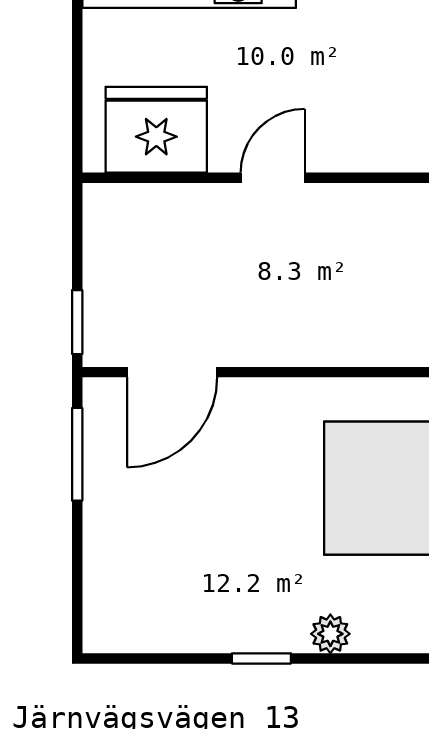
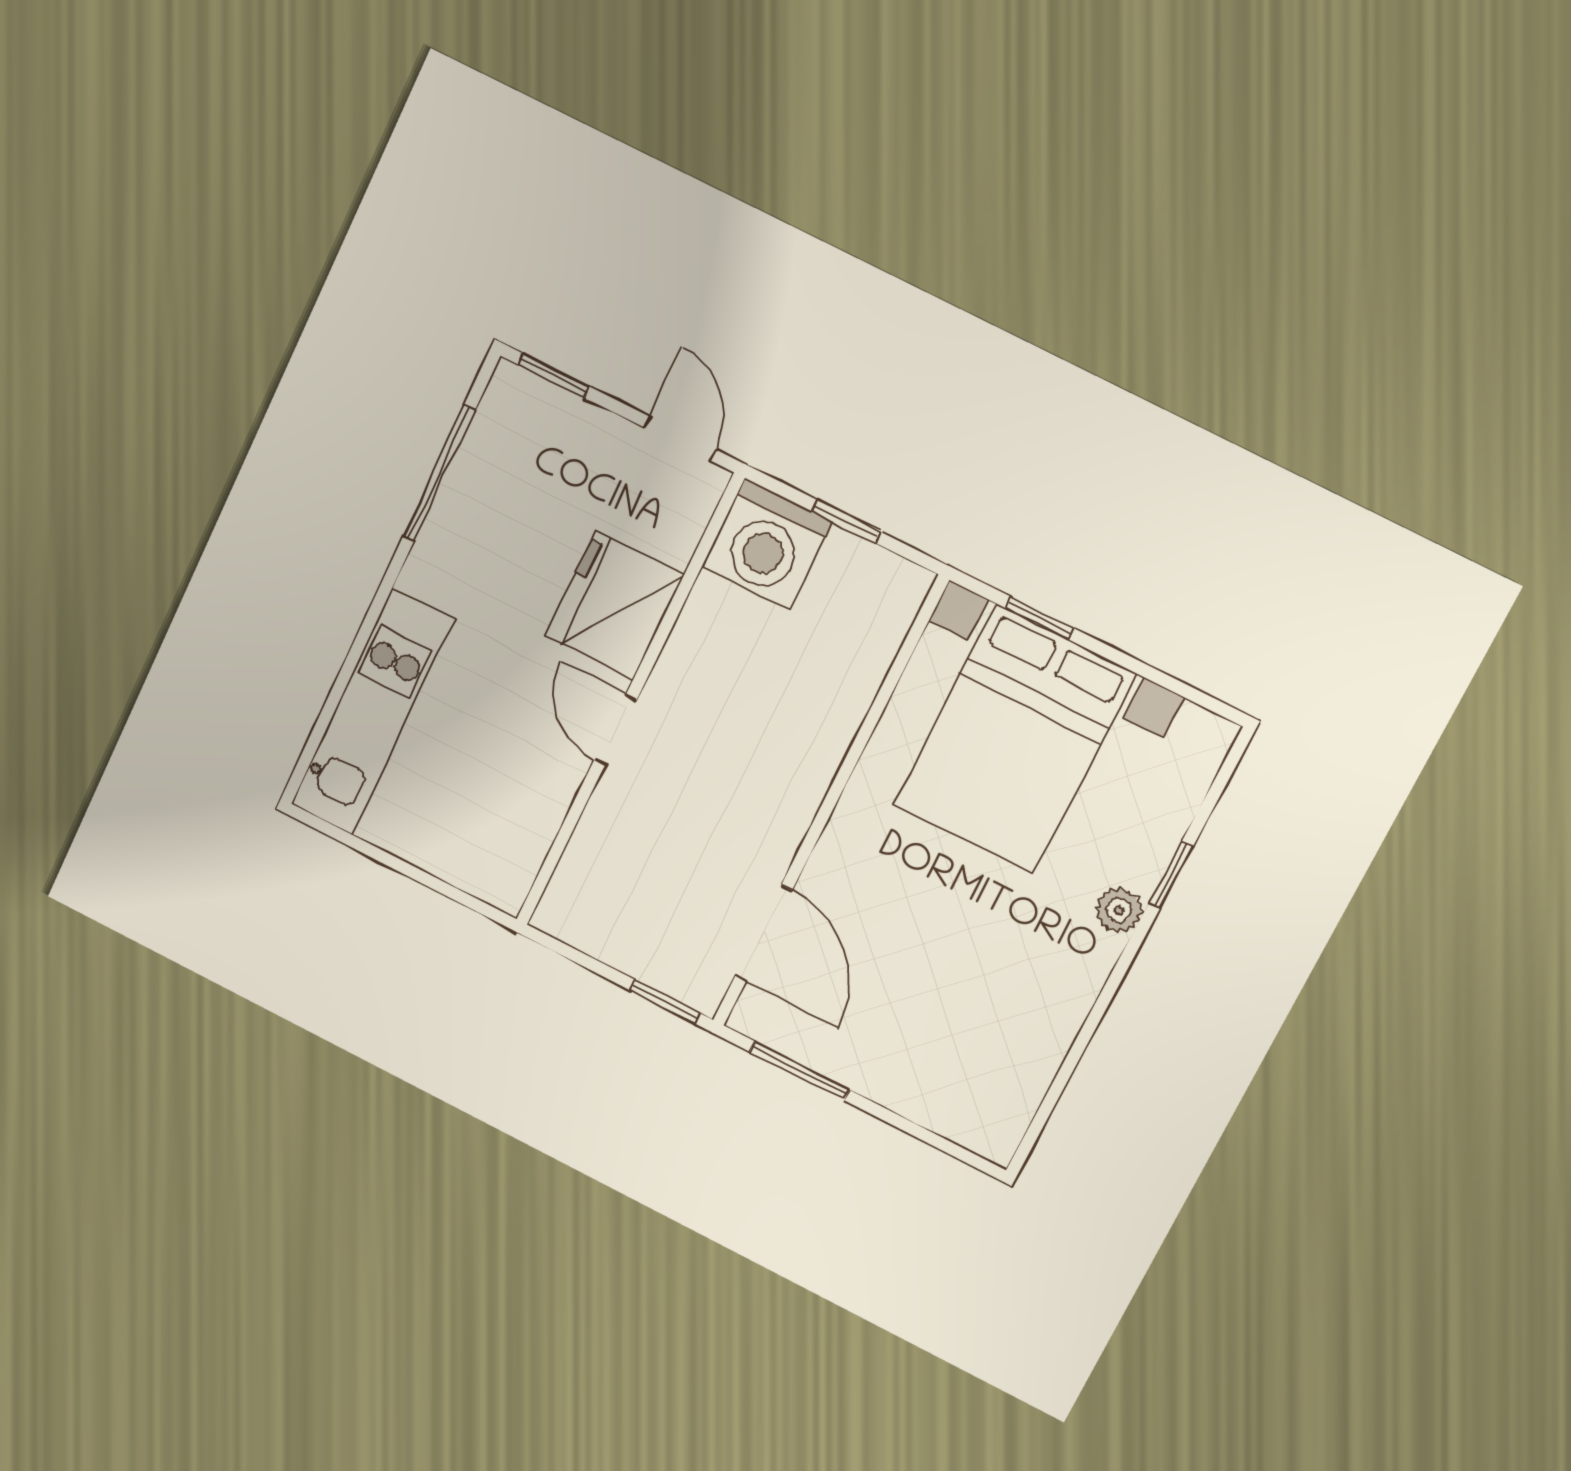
fridge: (156, 130) -> (614, 605), moved
window: (261, 658) -> (1171, 875), moved

